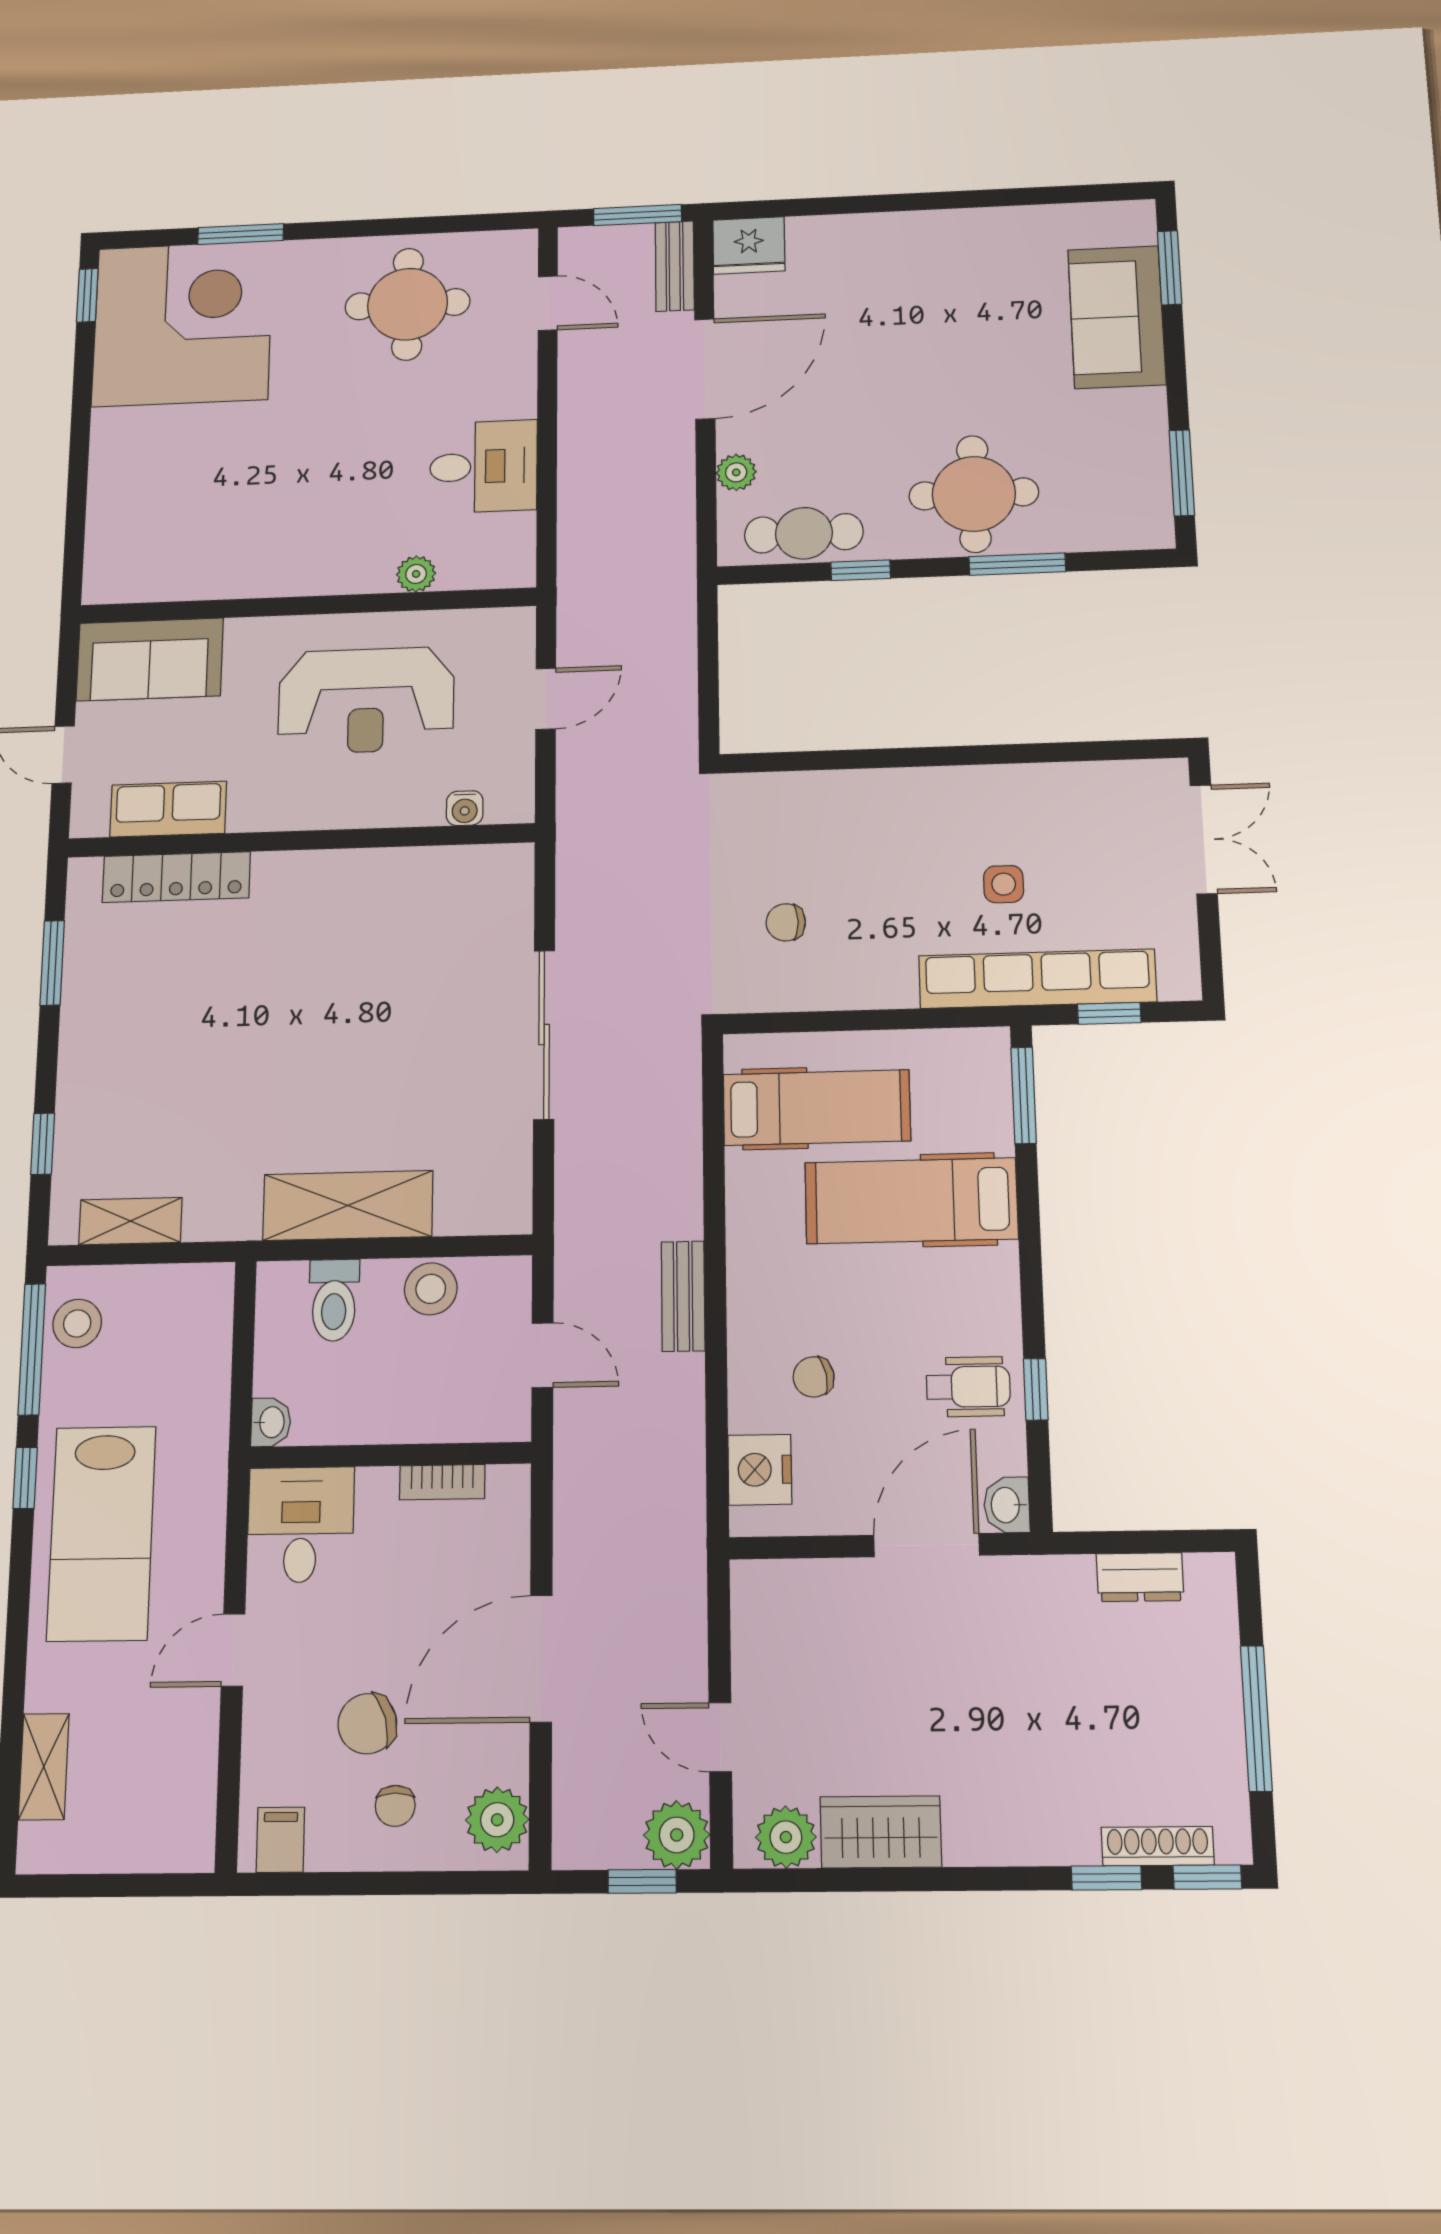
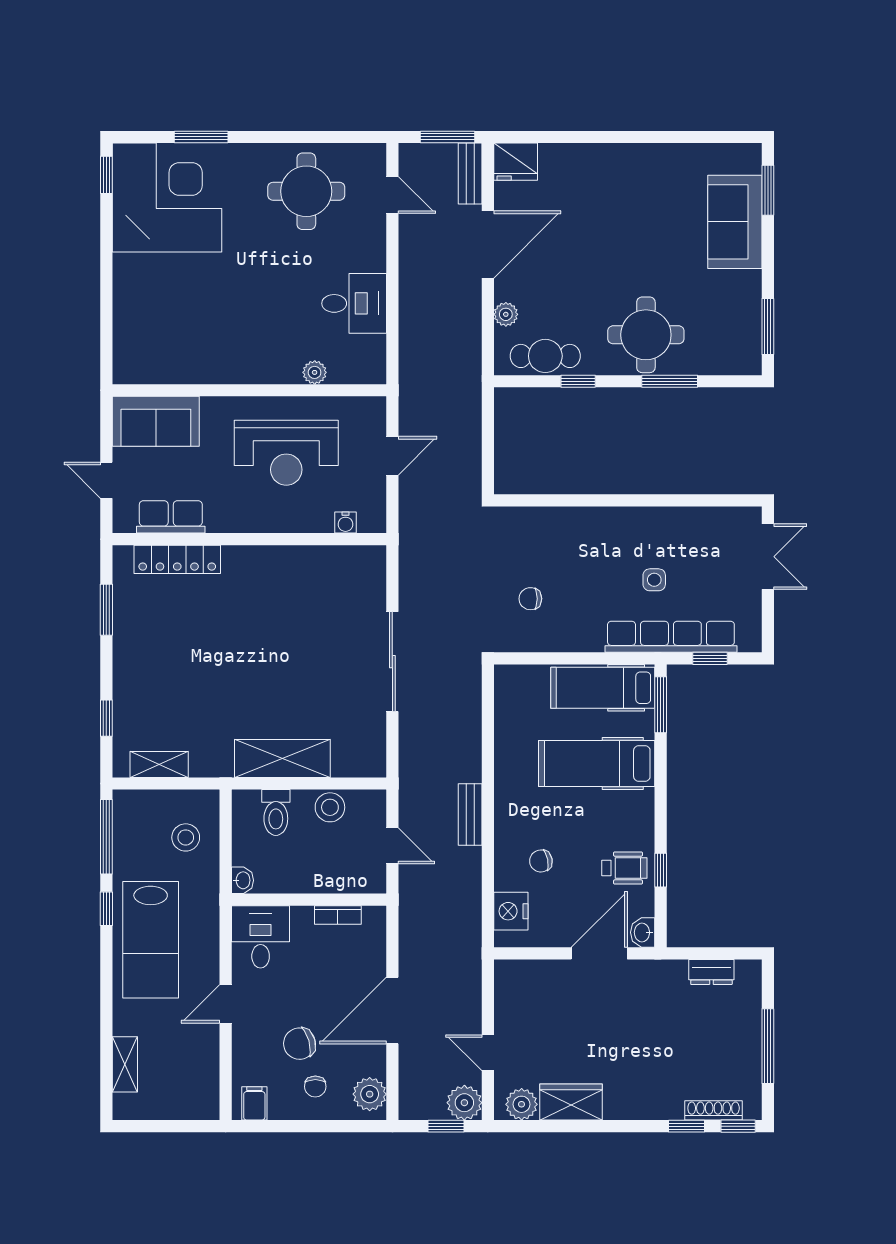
hospital bed: (817, 1108) -> (603, 688), moved, turned 180
stool: (77, 1323) -> (186, 837), moved

